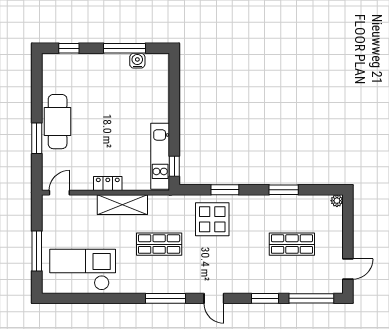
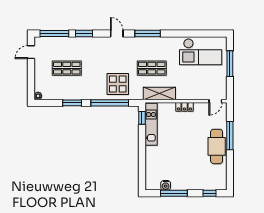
window: (37, 138) -> (230, 136), width x1.44
window: (225, 190) -> (110, 103), width x2.11
shelving: (122, 205) -> (159, 93), moved

